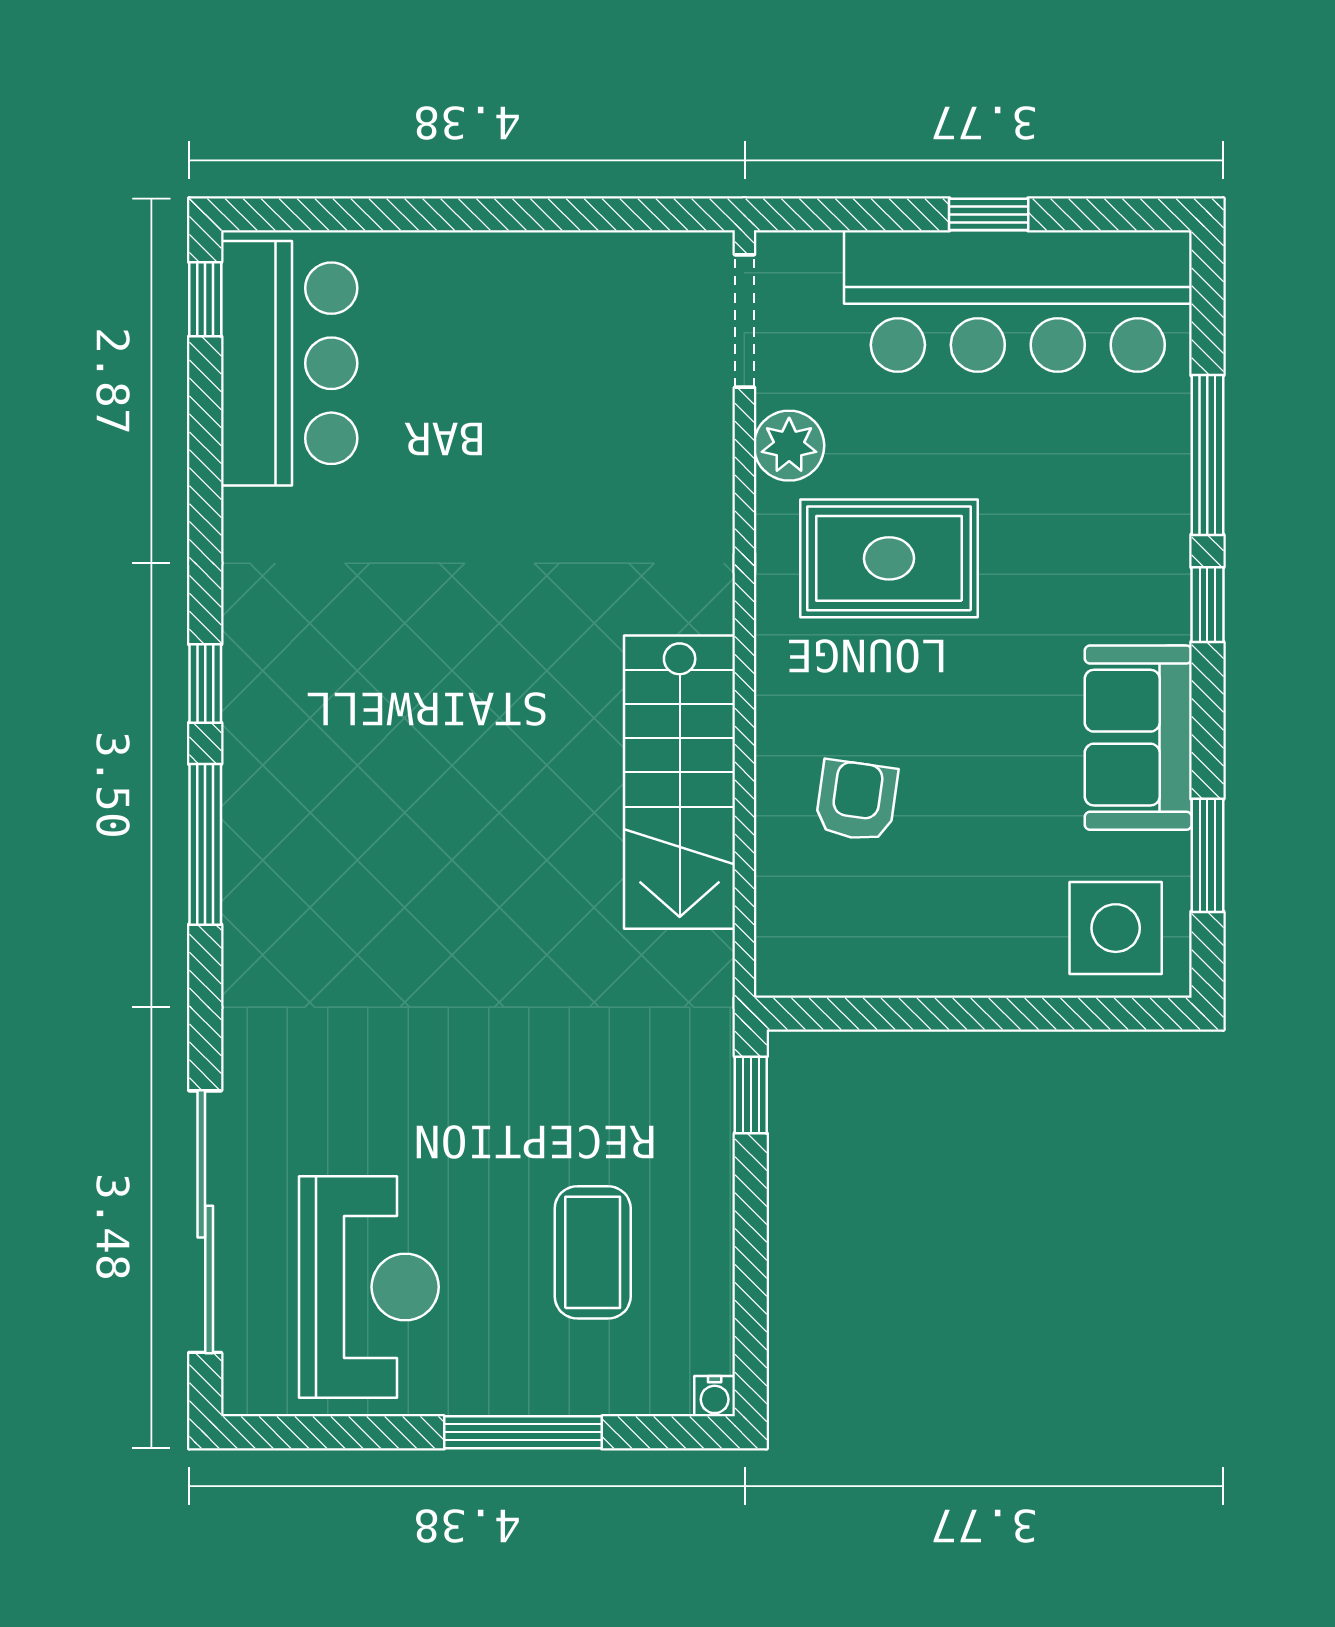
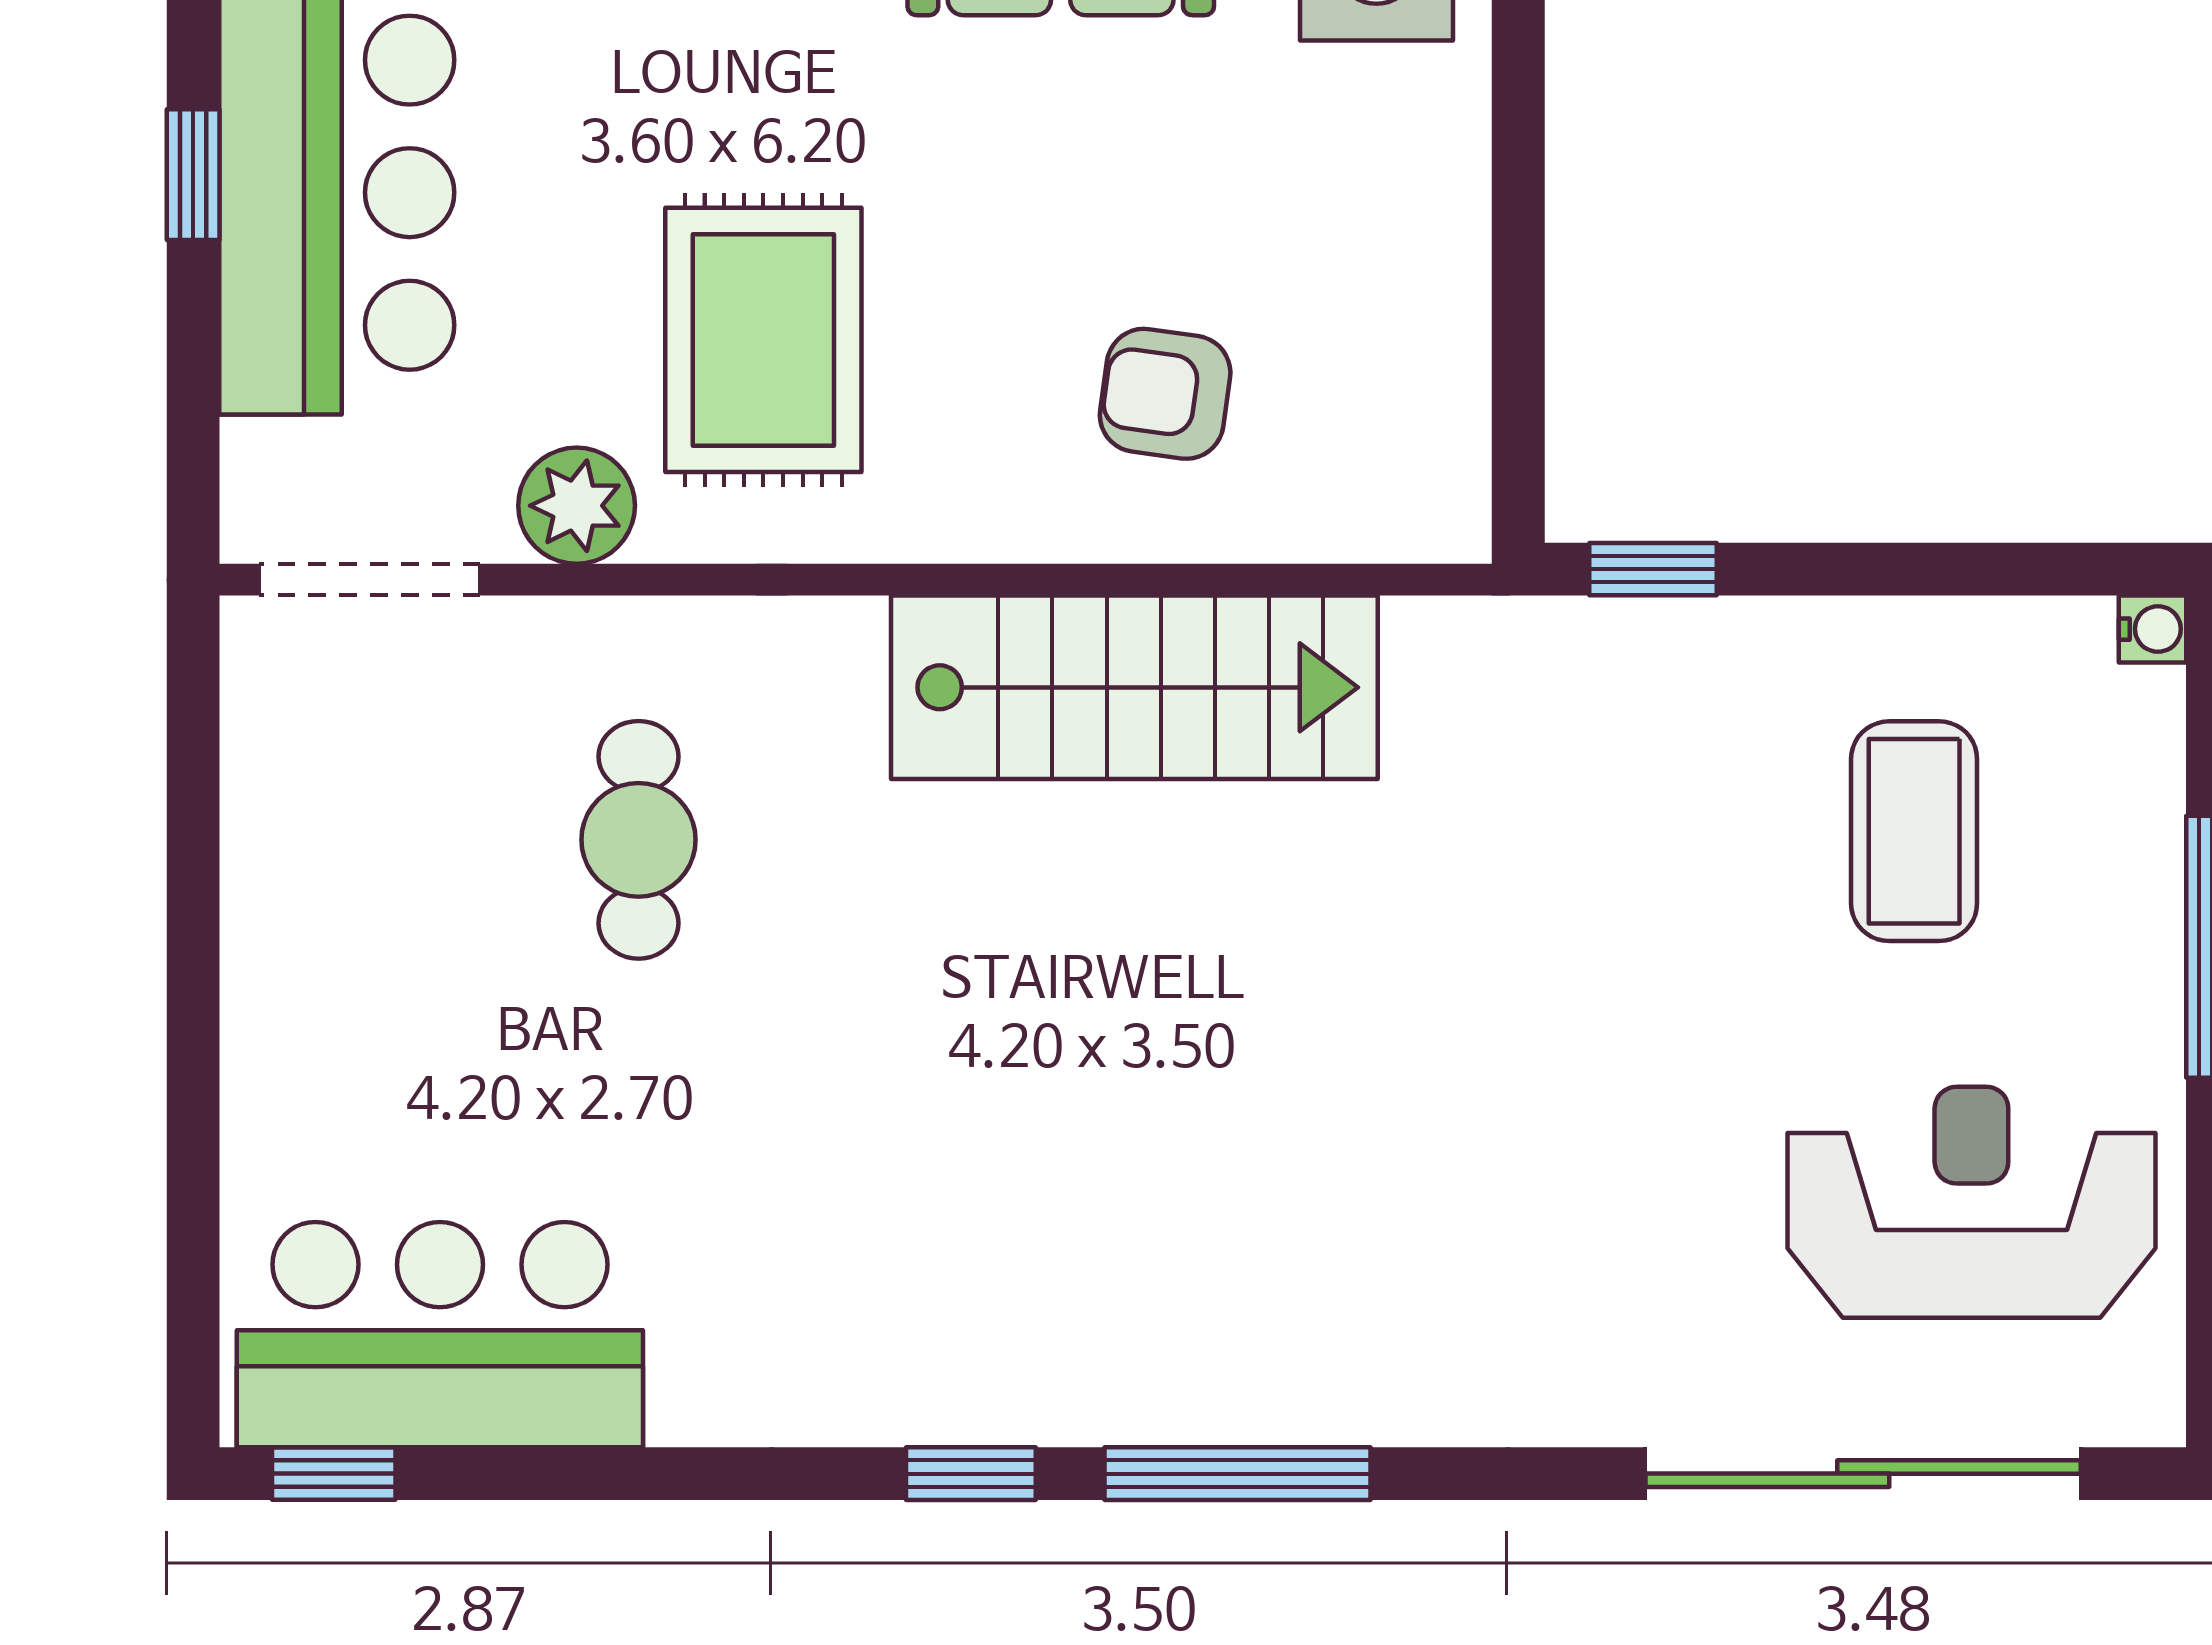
cafe table: (588, 483) -> (639, 840), added
coffee table: (593, 1252) -> (1914, 831), turned 90

